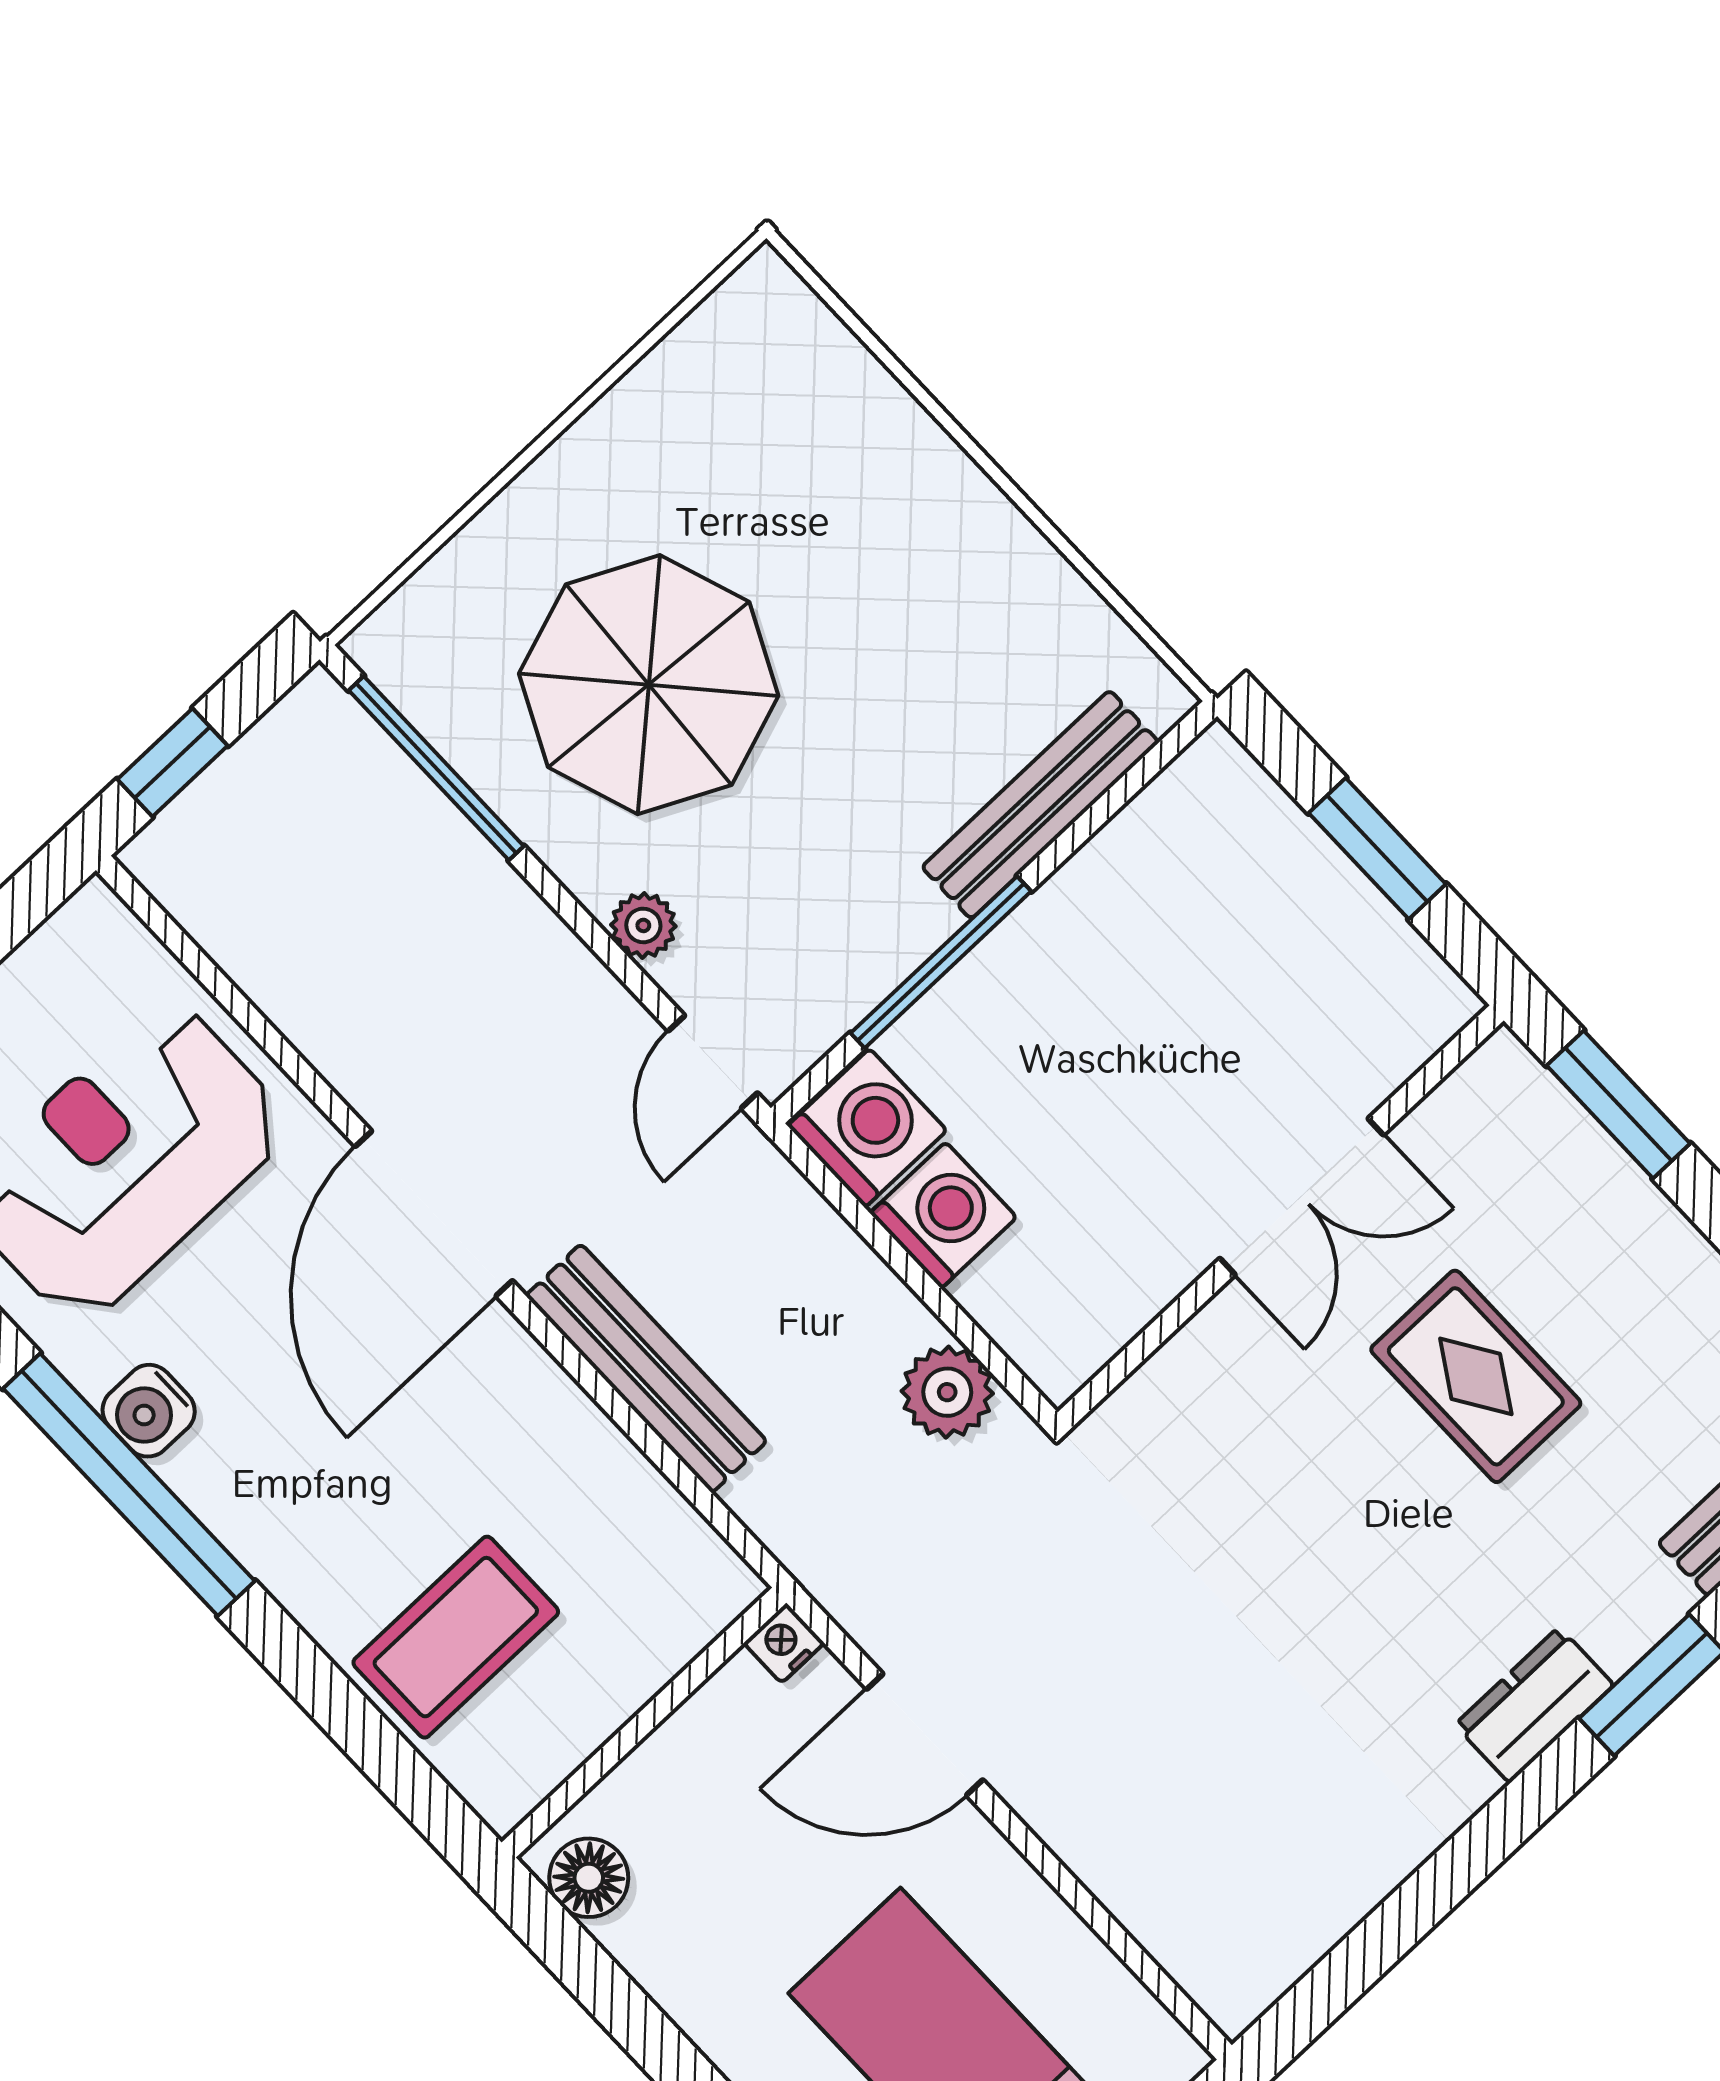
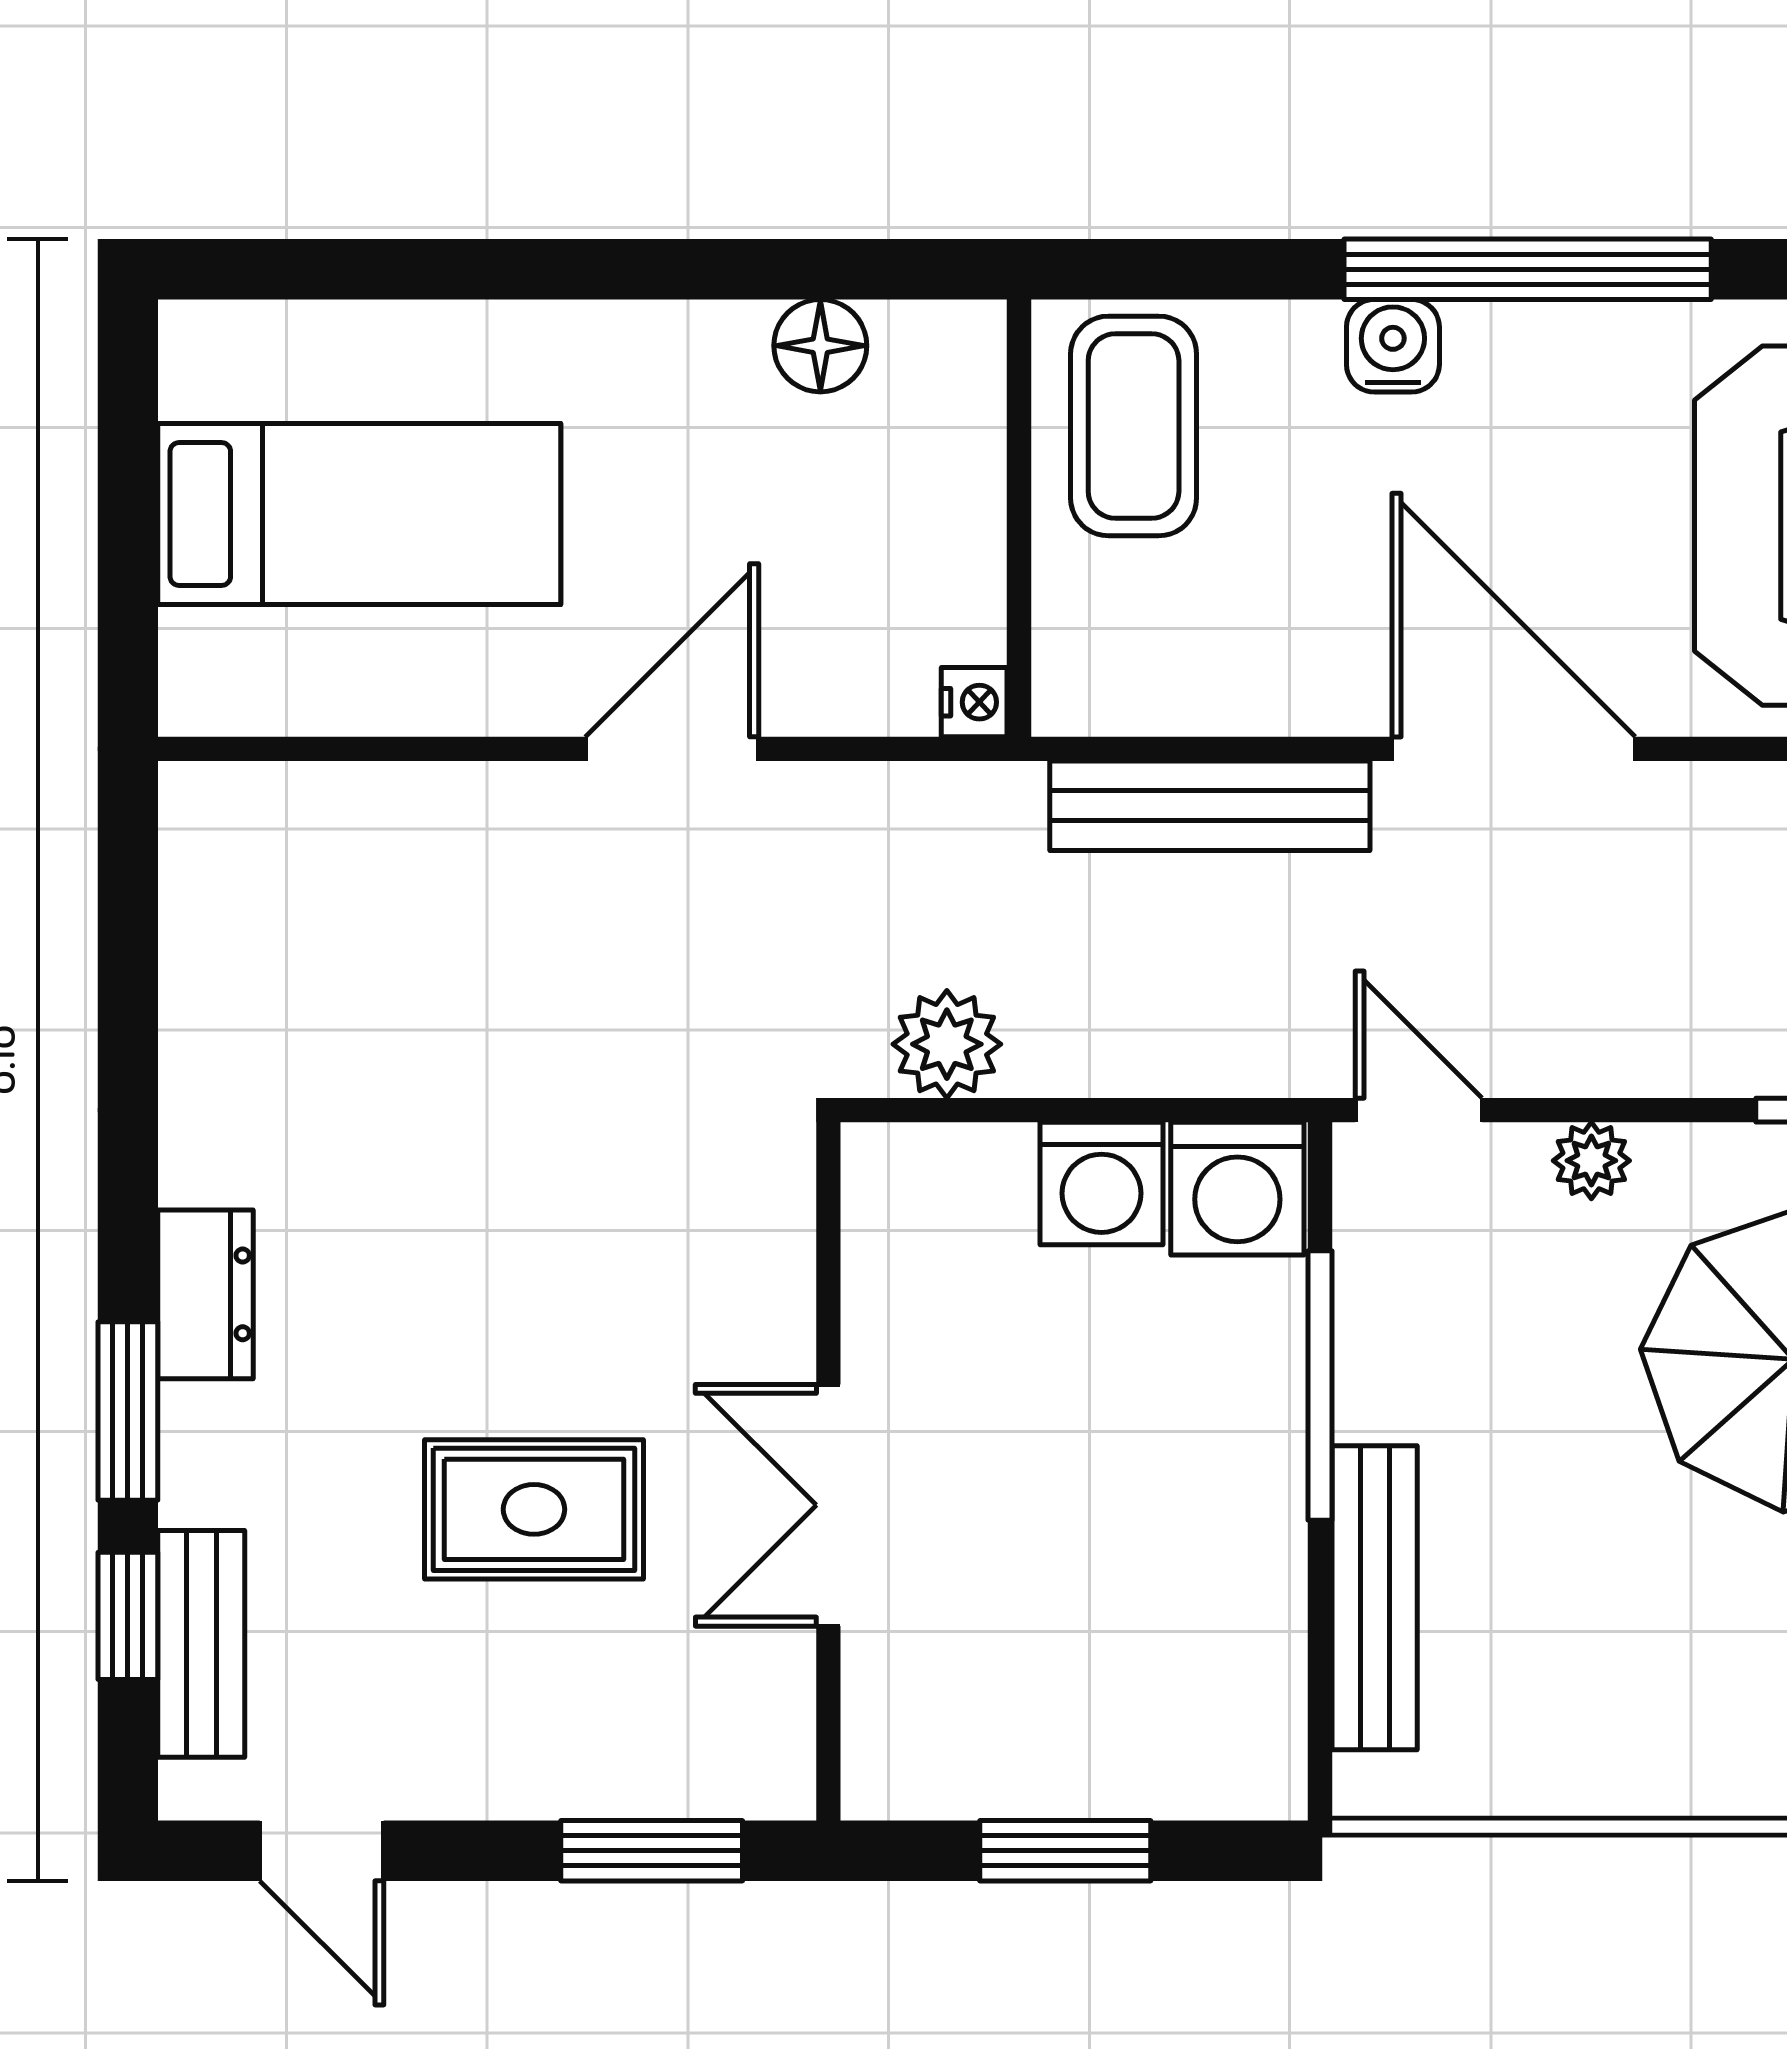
water cooler: (149, 1411) -> (1393, 346), moved
nightstand: (784, 1643) -> (974, 702), moved
wall: (644, 1723) -> (1019, 518), moved

